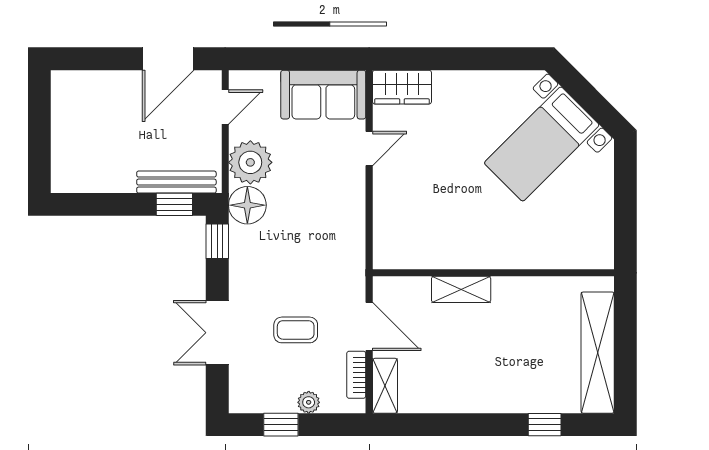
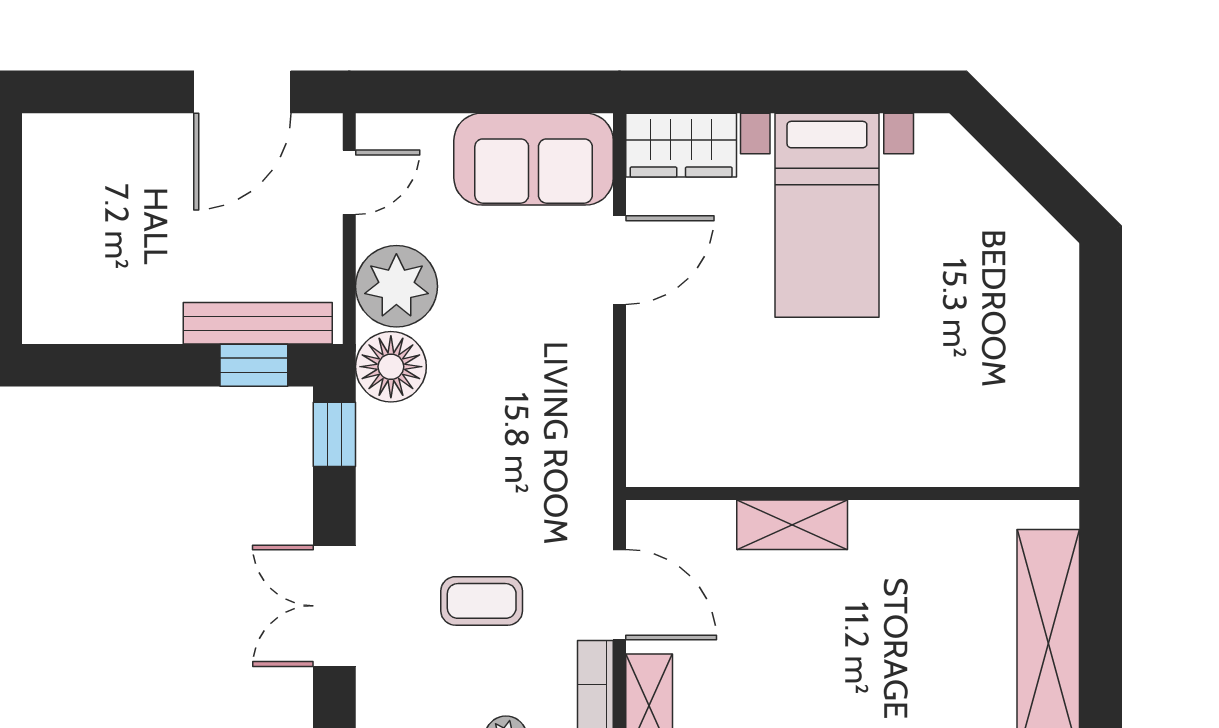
bed with nightstands: (542, 144) -> (827, 215), moved, turned -45
door: (369, 148) -> (620, 260), width x1.38

